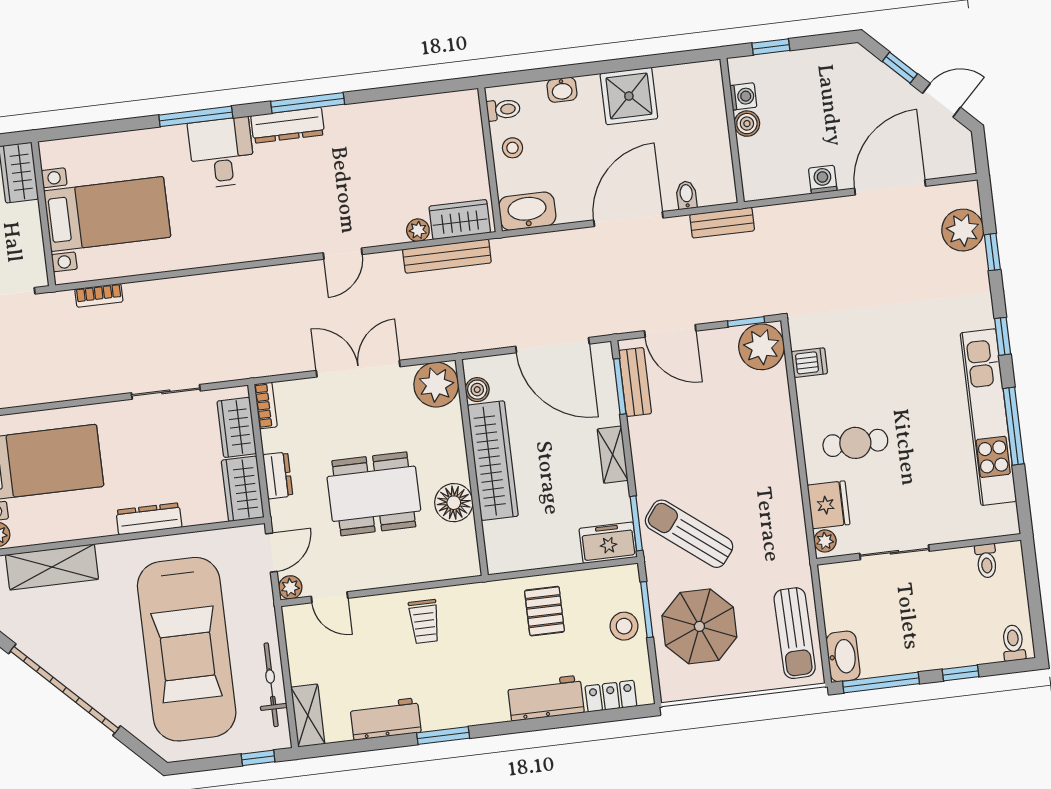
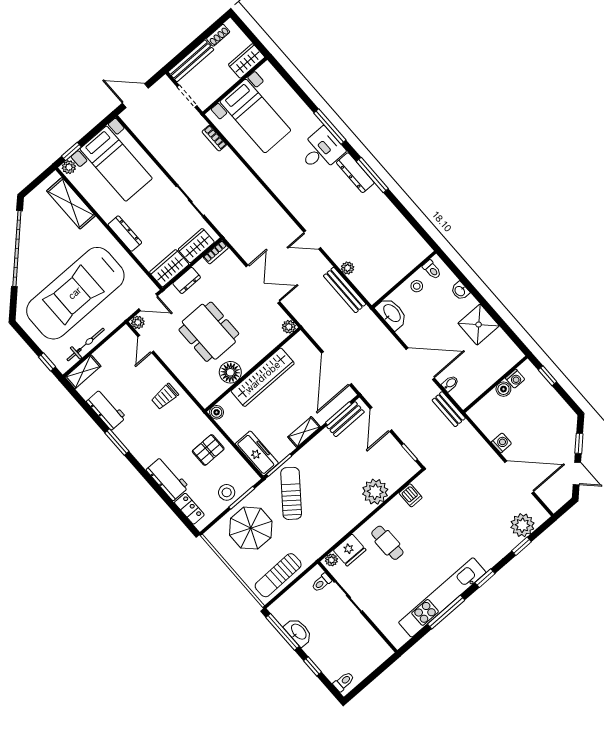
wardrobe: (460, 219) -> (366, 284), removed
plant: (761, 347) -> (375, 492), moved
plant: (436, 385) -> (289, 327), width x0.53, depth x0.53
boiler: (477, 390) -> (217, 412), moved
freezer: (608, 543) -> (257, 453), width x1.40
toilet: (986, 561) -> (322, 583), moved
washbasin: (843, 656) -> (298, 632), moved, turned -90

